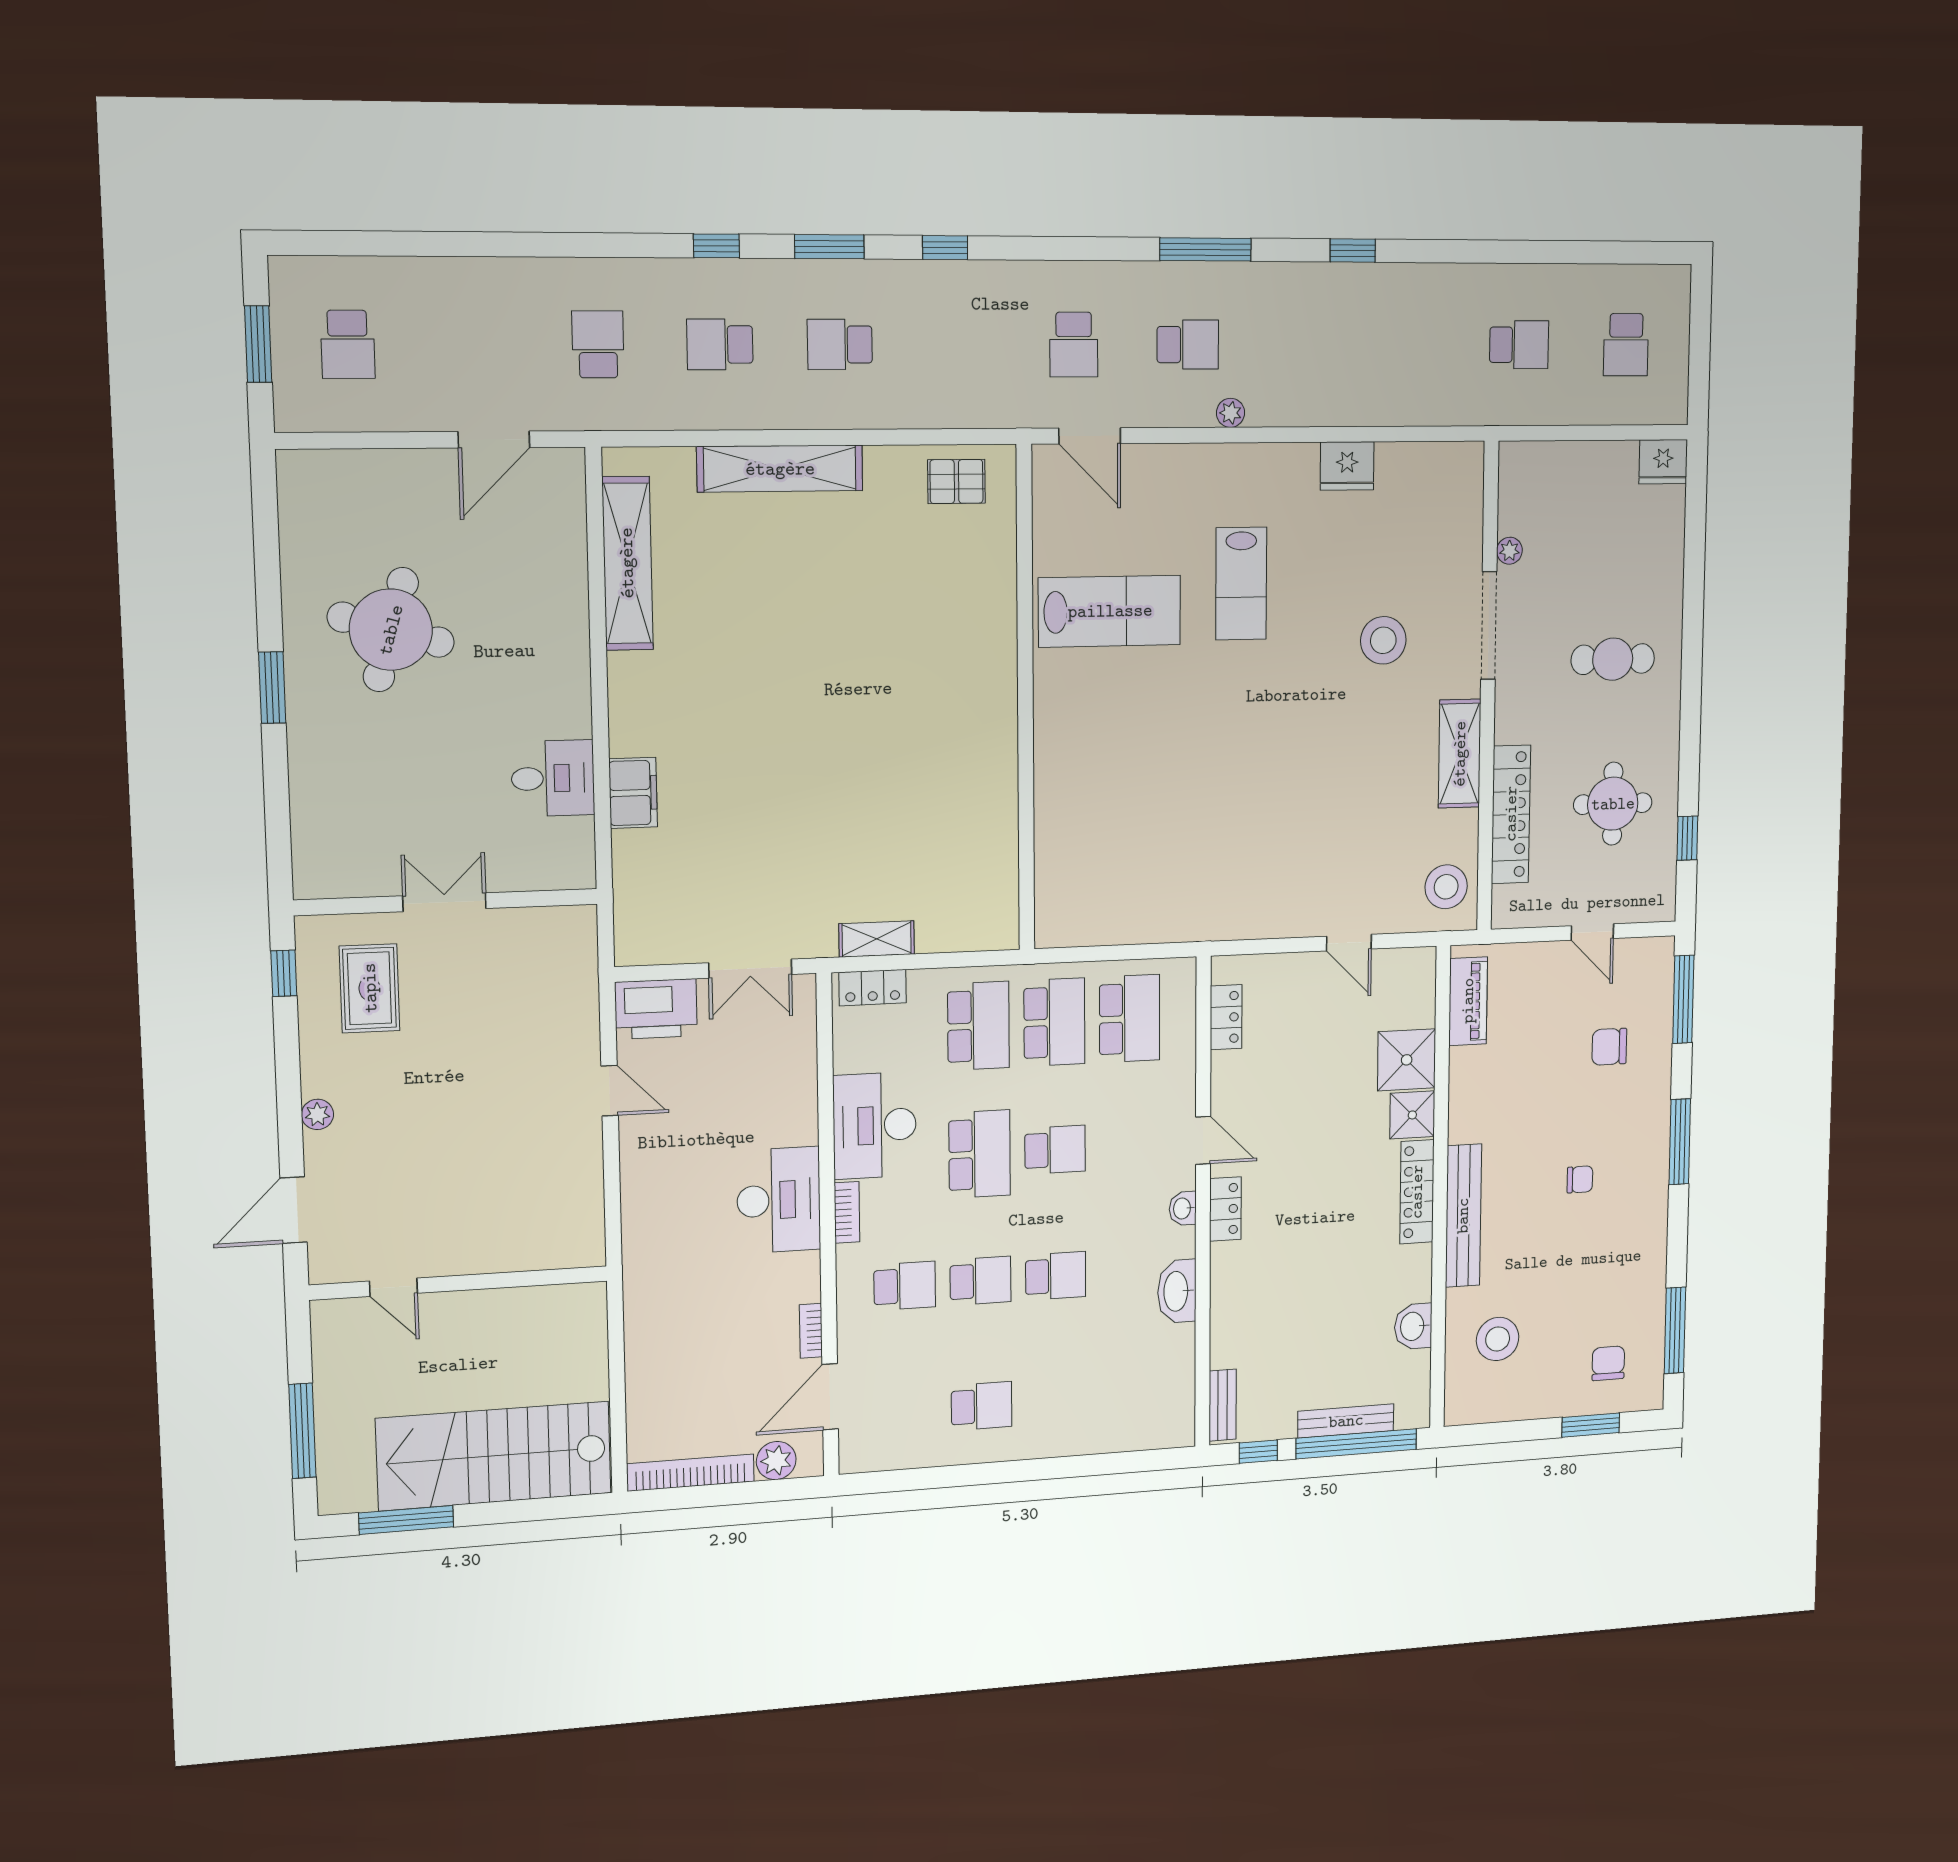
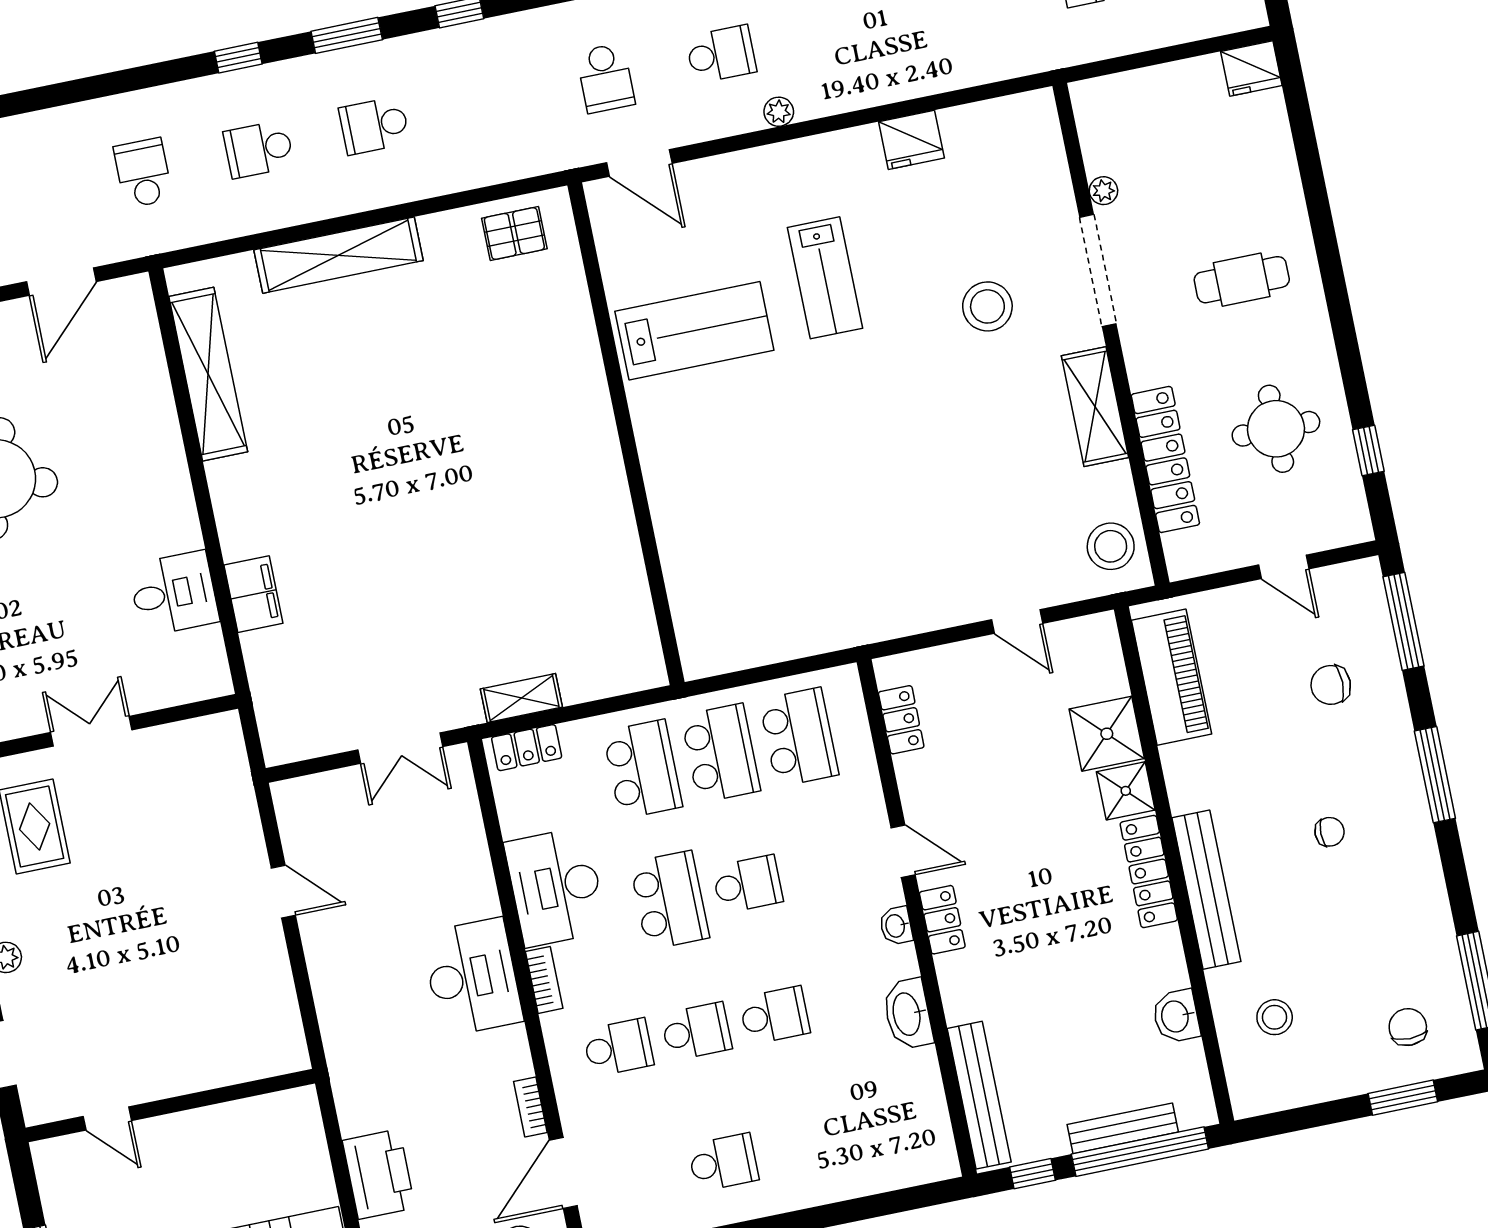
piano: (1468, 1001) -> (1171, 677), width x1.37, depth x1.33
printer: (656, 1009) -> (379, 1174), moved, turned -90
stool: (1498, 1339) -> (1275, 1017), width x0.73, depth x0.73
bench: (1223, 1405) -> (979, 1095), width x1.86, depth x1.21

